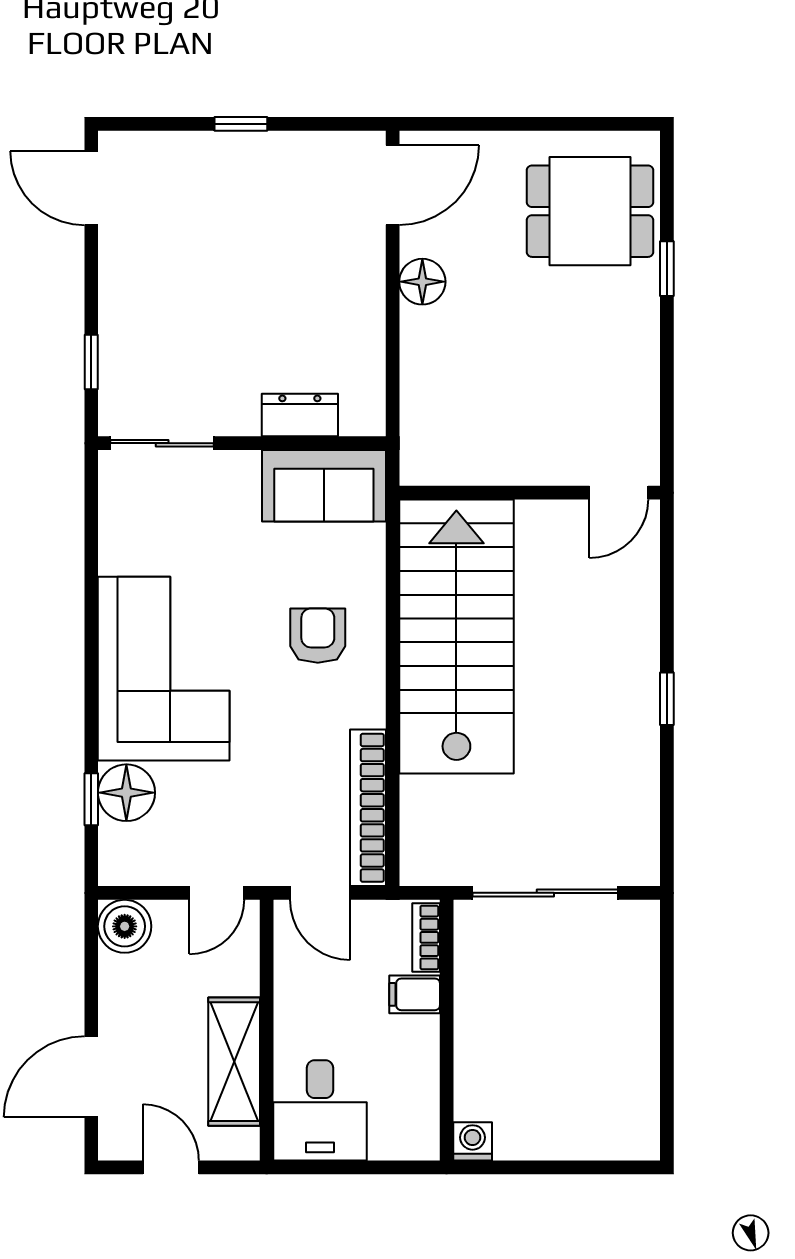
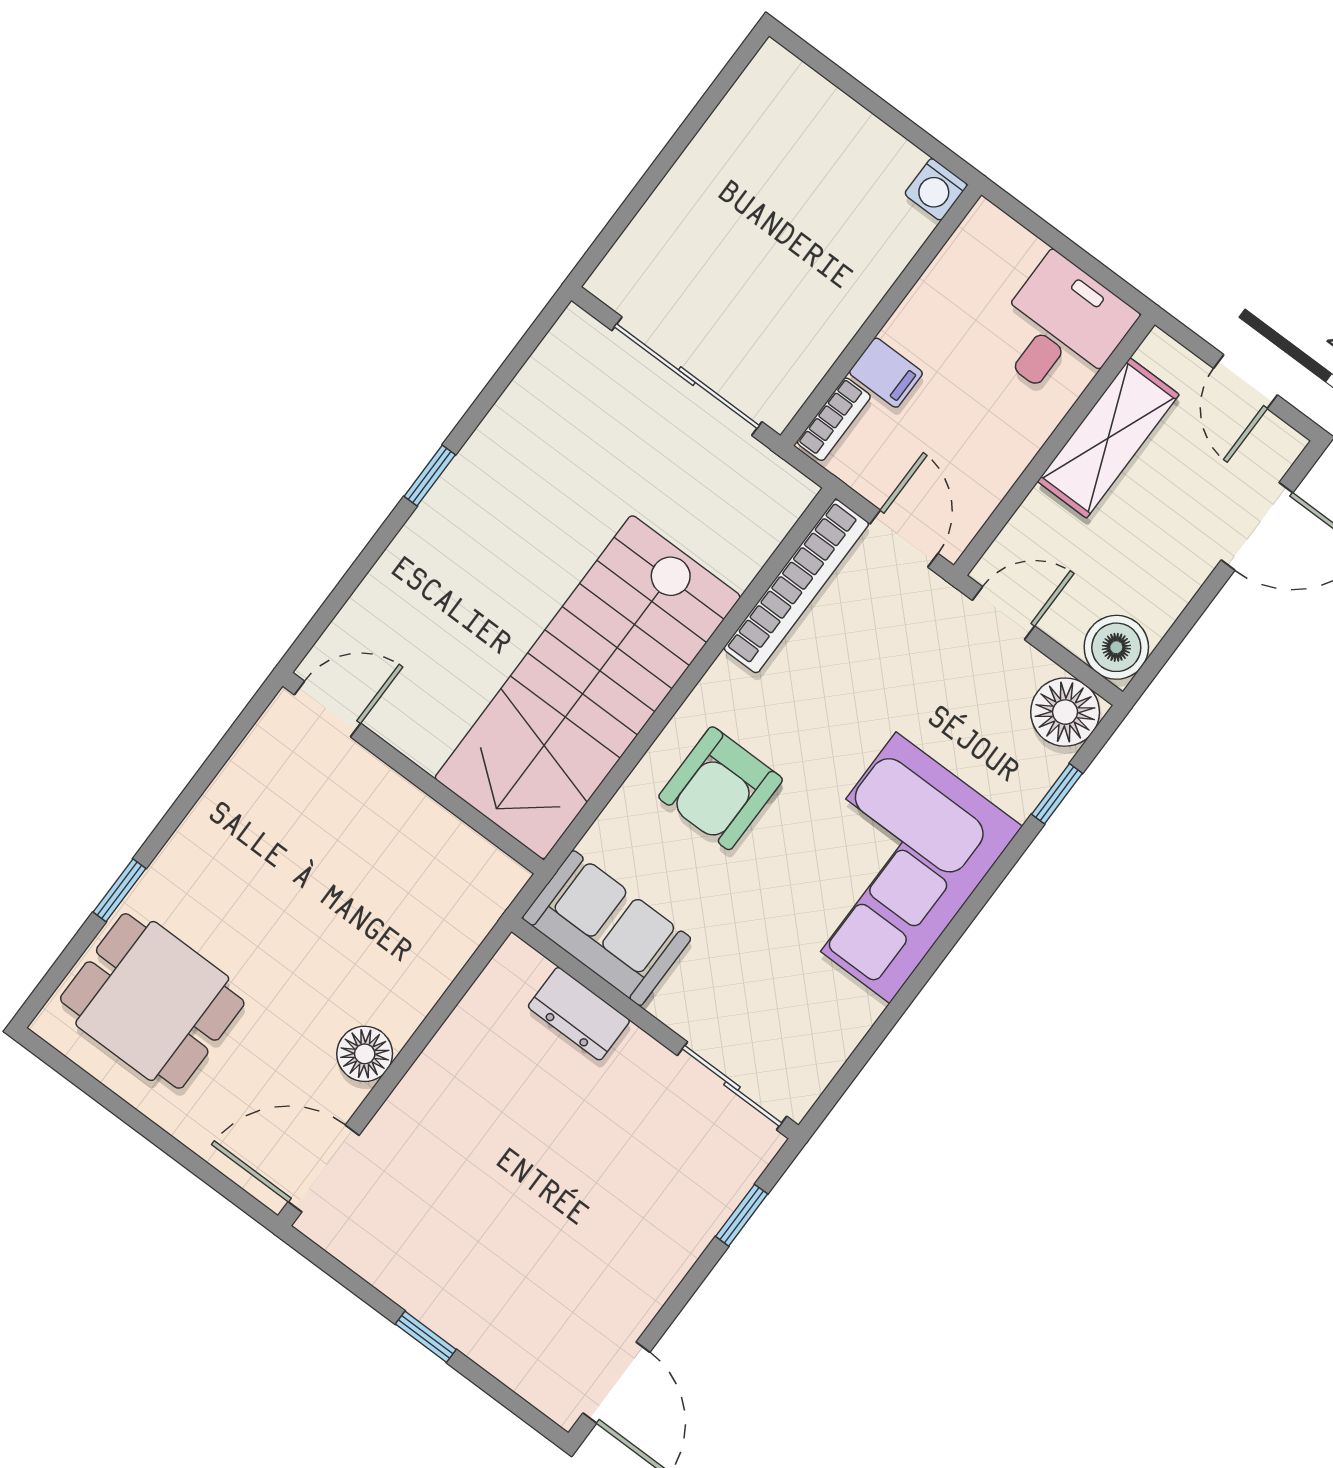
armchair: (318, 636) -> (721, 788), width x1.38, depth x1.38
floor lamp: (126, 793) -> (1065, 712), moved

